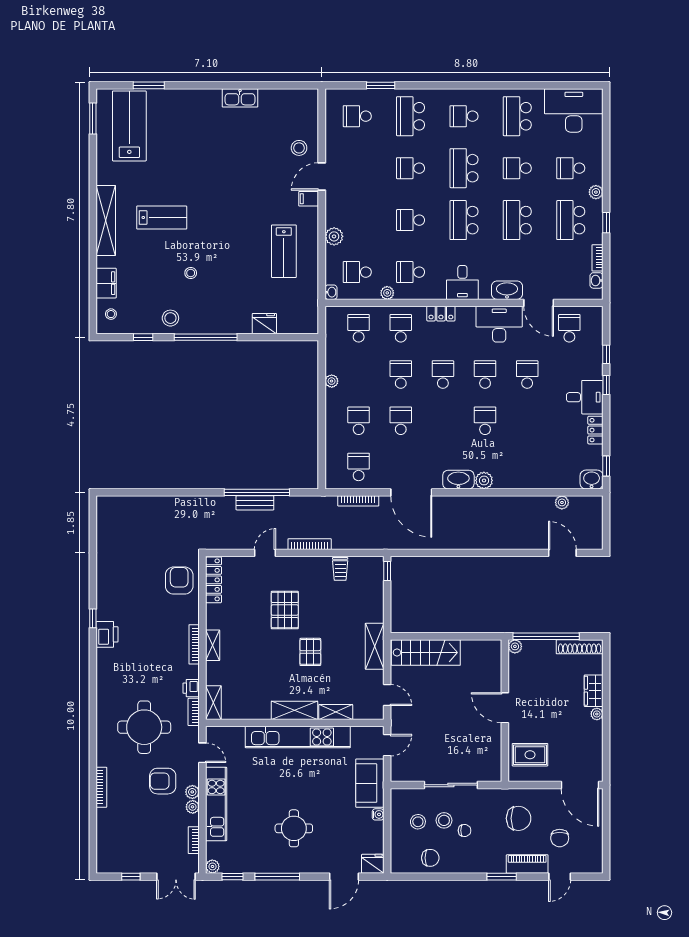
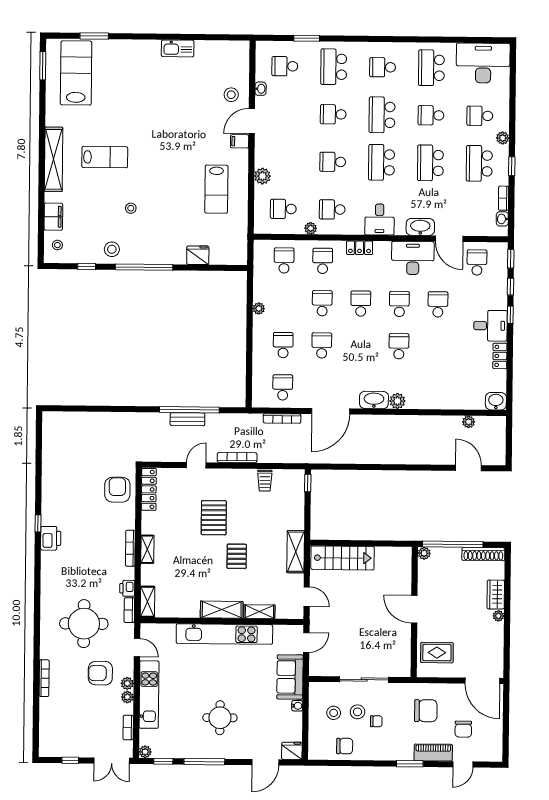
washbasin: (331, 292) -> (261, 89), moved
window: (606, 466) -> (511, 259), moved
door: (411, 492) -> (331, 411), hinge flipped

